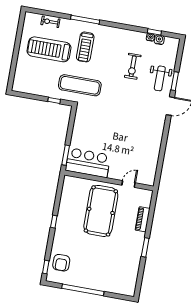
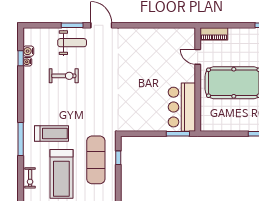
exercise mat: (80, 85) -> (96, 160), moved
piano: (143, 219) -> (214, 34), moved

